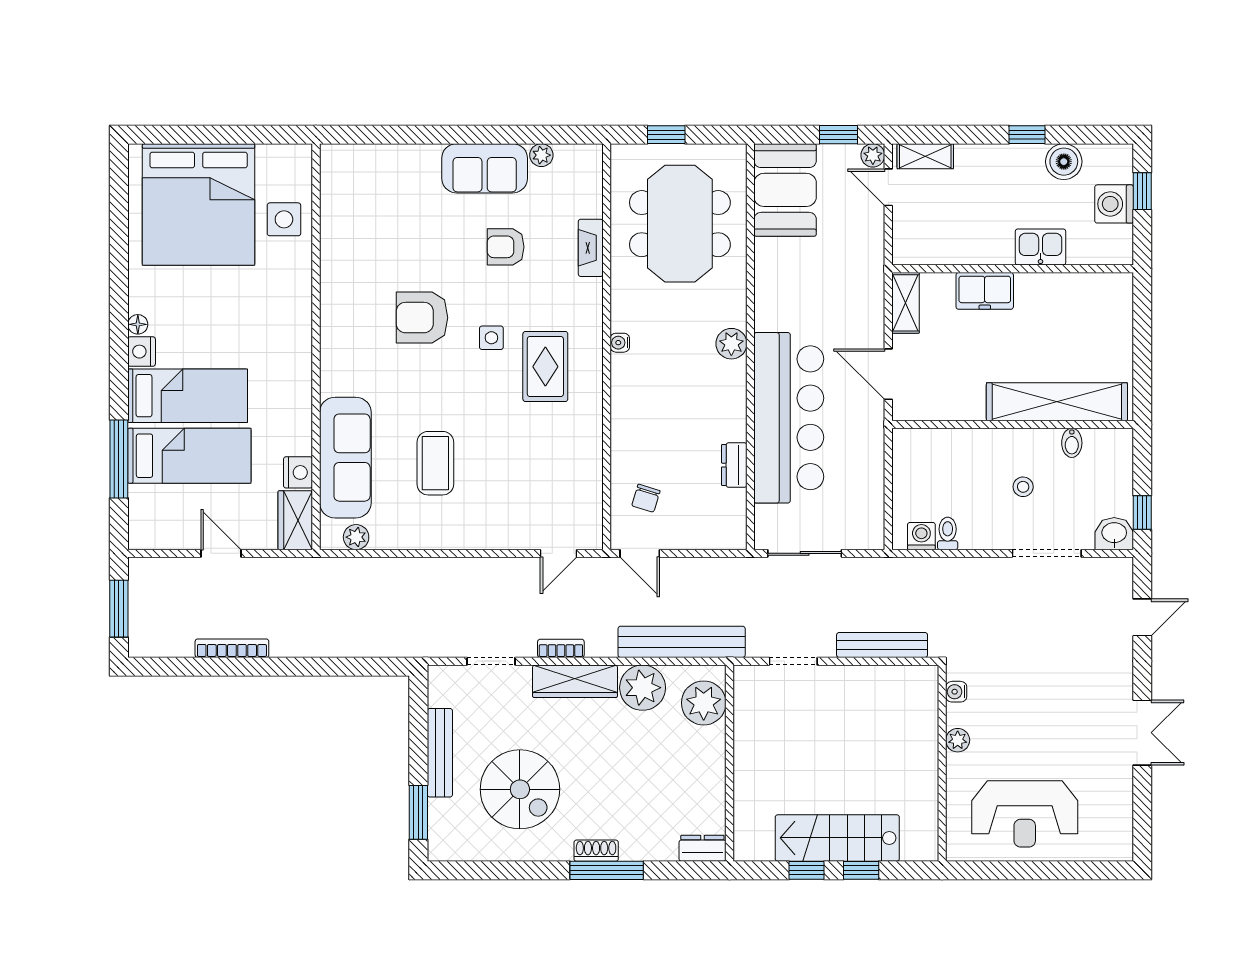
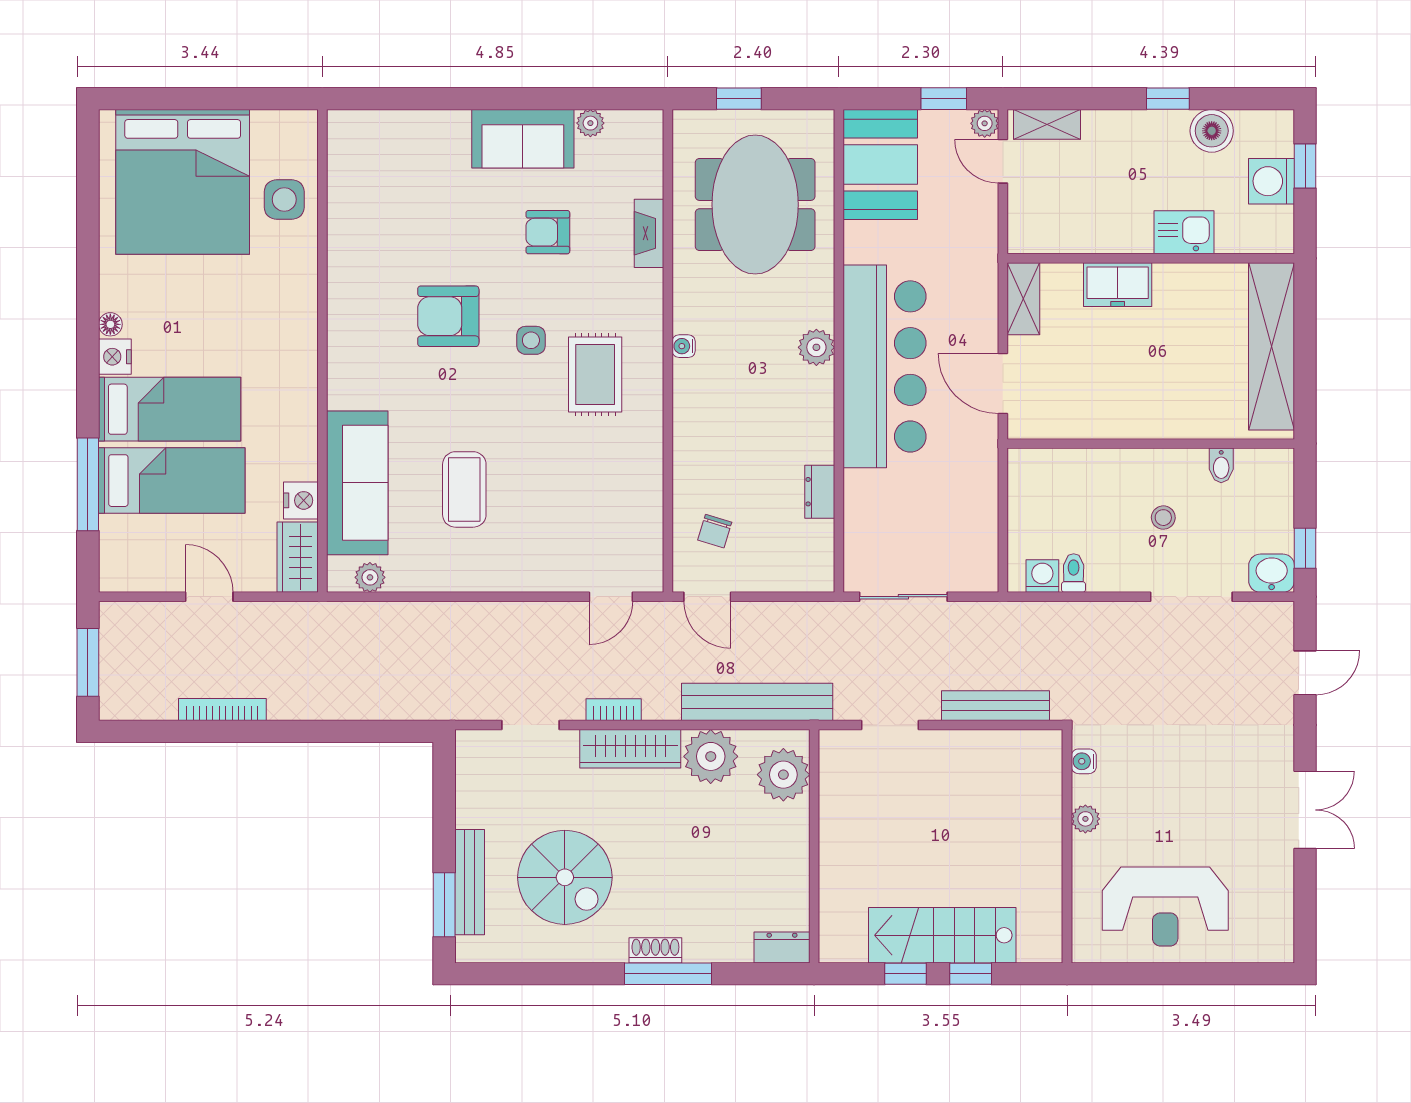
shelving: (1057, 402) -> (1271, 346), moved, turned 90
bar counter: (789, 418) -> (885, 366), moved
bench: (440, 753) -> (470, 882), moved

